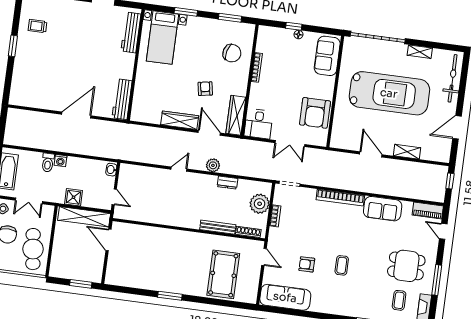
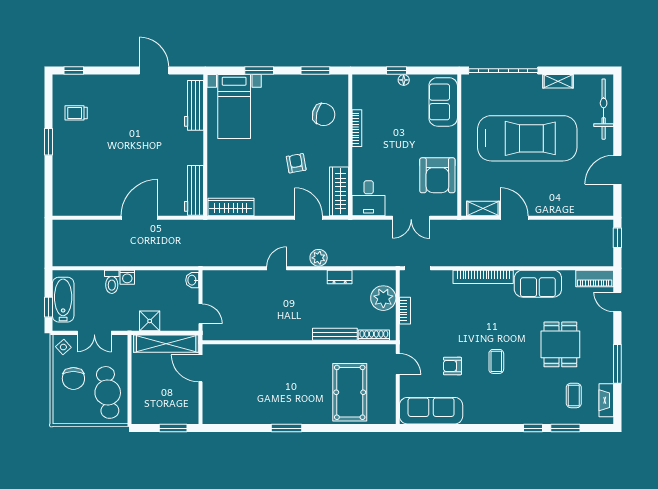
wardrobe: (180, 120) -> (231, 207), moved
shelving: (407, 152) -> (483, 208), moved
dining table: (406, 266) -> (560, 344), moved, turned 90

